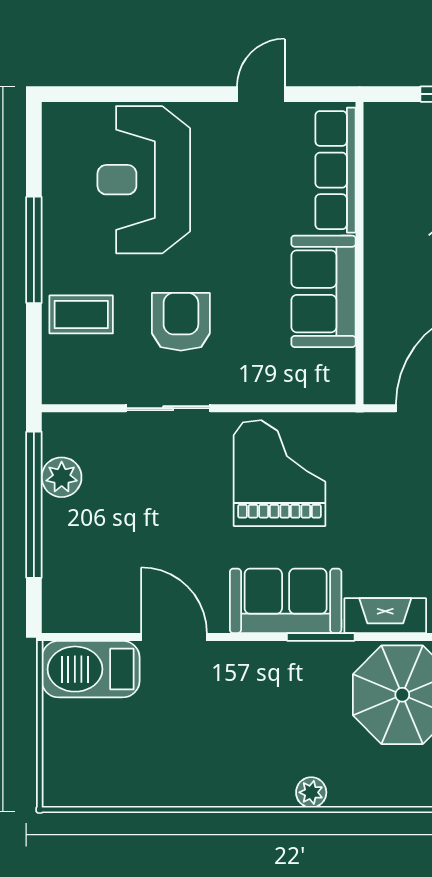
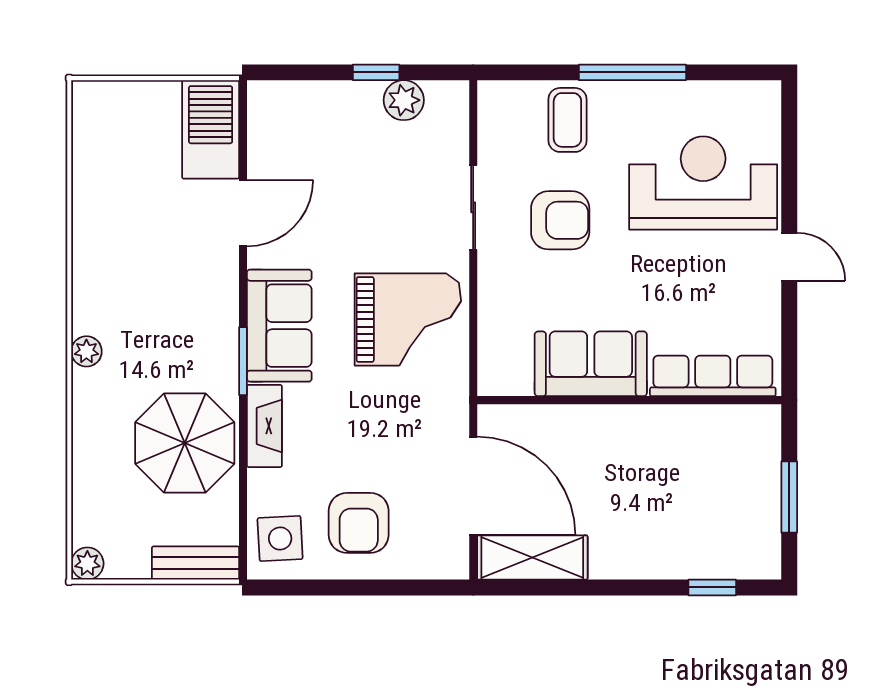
door: (261, 94) -> (789, 257), moved
window: (34, 505) -> (376, 72), width x0.32

